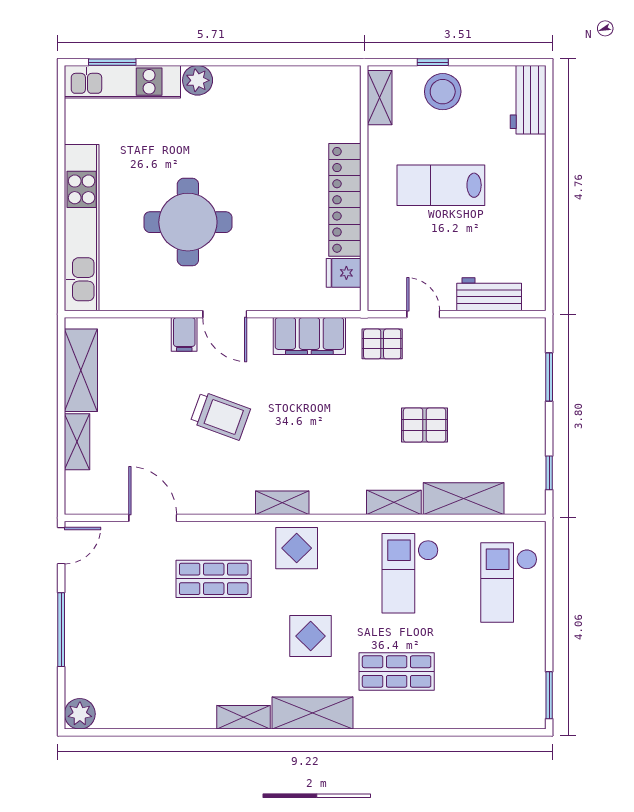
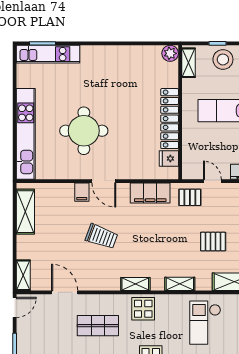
plant: (198, 80) -> (170, 53), moved
shelving: (77, 442) -> (23, 275), moved
shelving: (394, 502) -> (180, 284), moved

